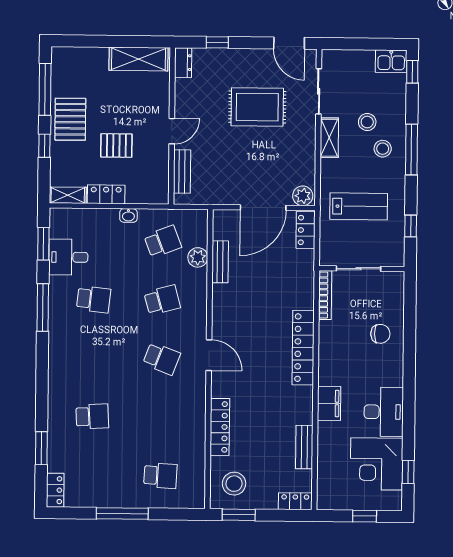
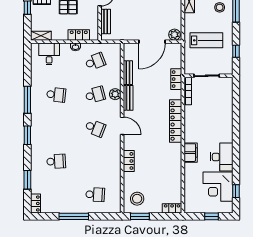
locker: (106, 194) -> (79, 35), moved
locker: (306, 230) -> (176, 79), moved
window: (43, 244) -> (27, 135), moved
desk: (68, 257) -> (49, 54), moved, turned 90
plant: (198, 257) -> (115, 94), moved
chair: (380, 334) -> (219, 113), removed
locker: (220, 427) -> (129, 161), width x0.66
bench: (304, 447) -> (128, 98), moved

